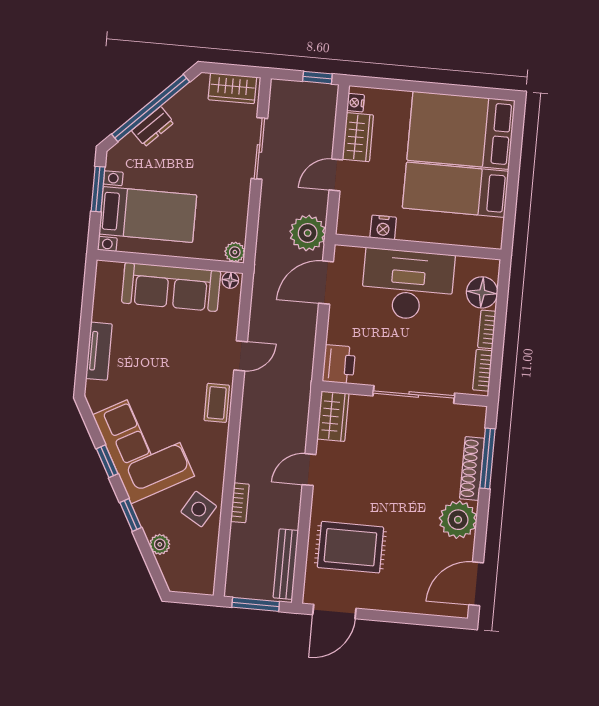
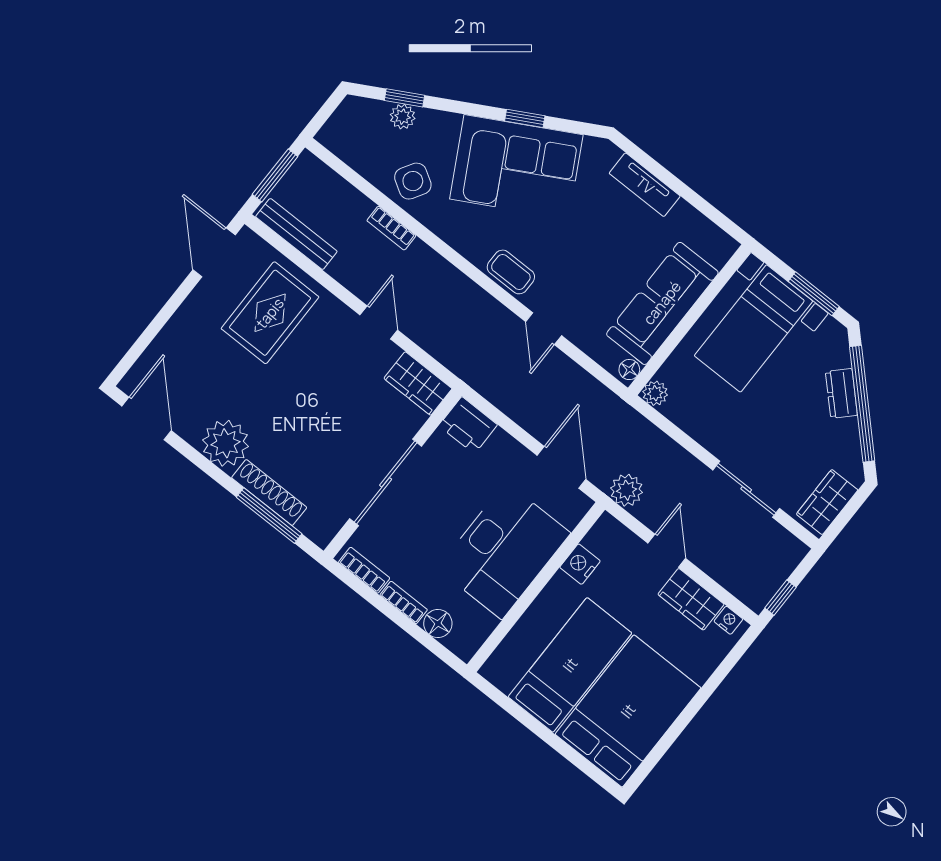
plant: (308, 233) -> (627, 490), width x0.73, depth x0.73
floor lamp: (482, 292) -> (438, 624), width x0.73, depth x0.73
window: (131, 515) -> (405, 98), moved

